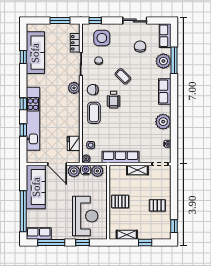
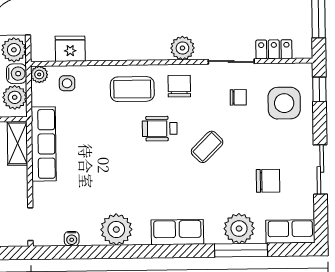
shelving: (137, 170) -> (17, 143), moved

